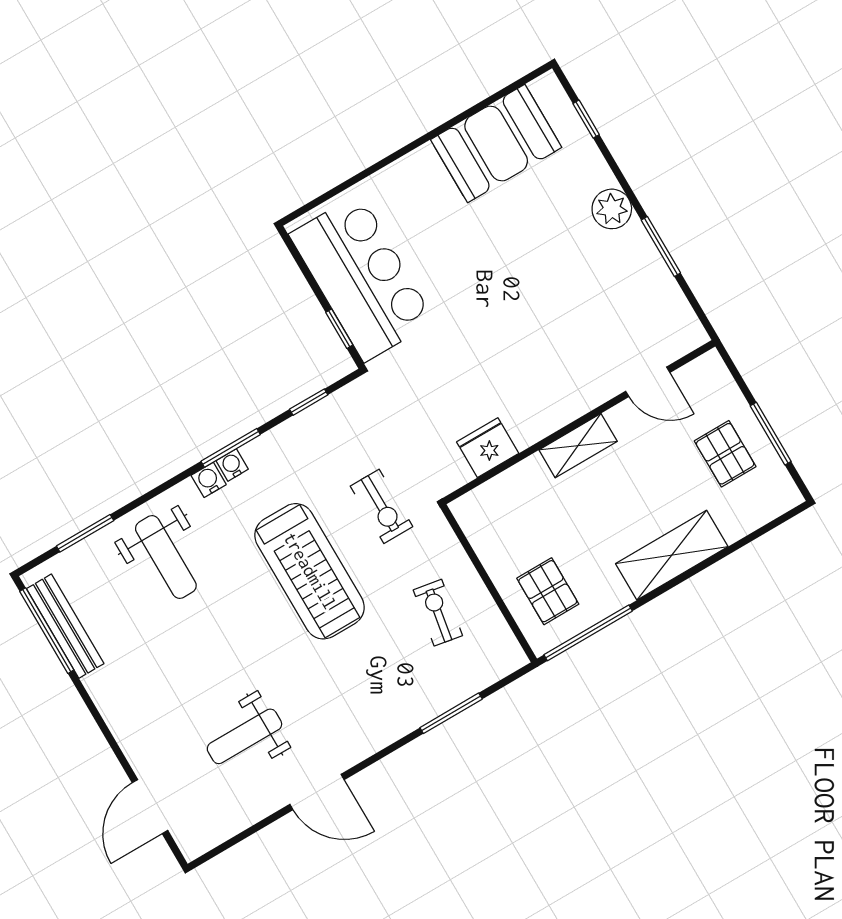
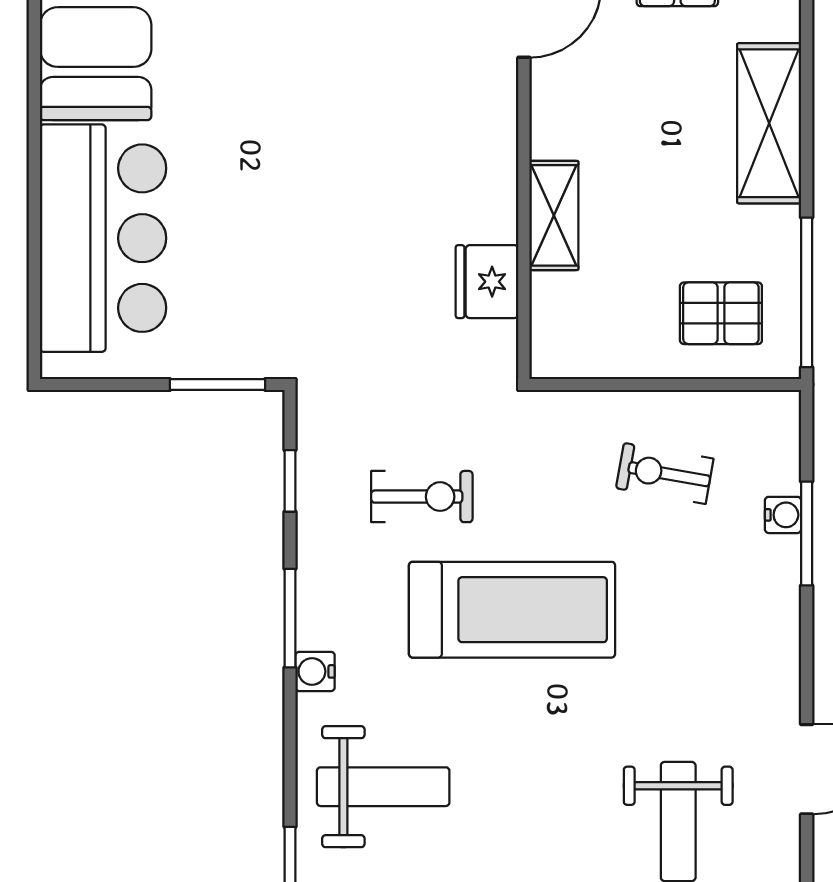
bar counter: (362, 278) -> (103, 238), moved, turned 90
window: (339, 329) -> (218, 385), width x1.50
shelving: (578, 446) -> (554, 215), moved
water cooler: (232, 465) -> (783, 515), moved, turned 180
exercise bike: (381, 506) -> (422, 497), moved

